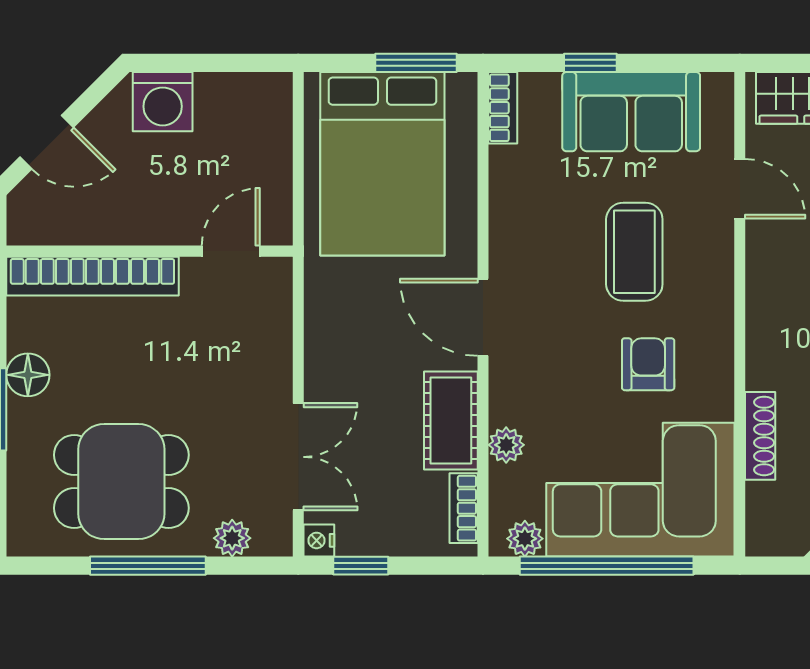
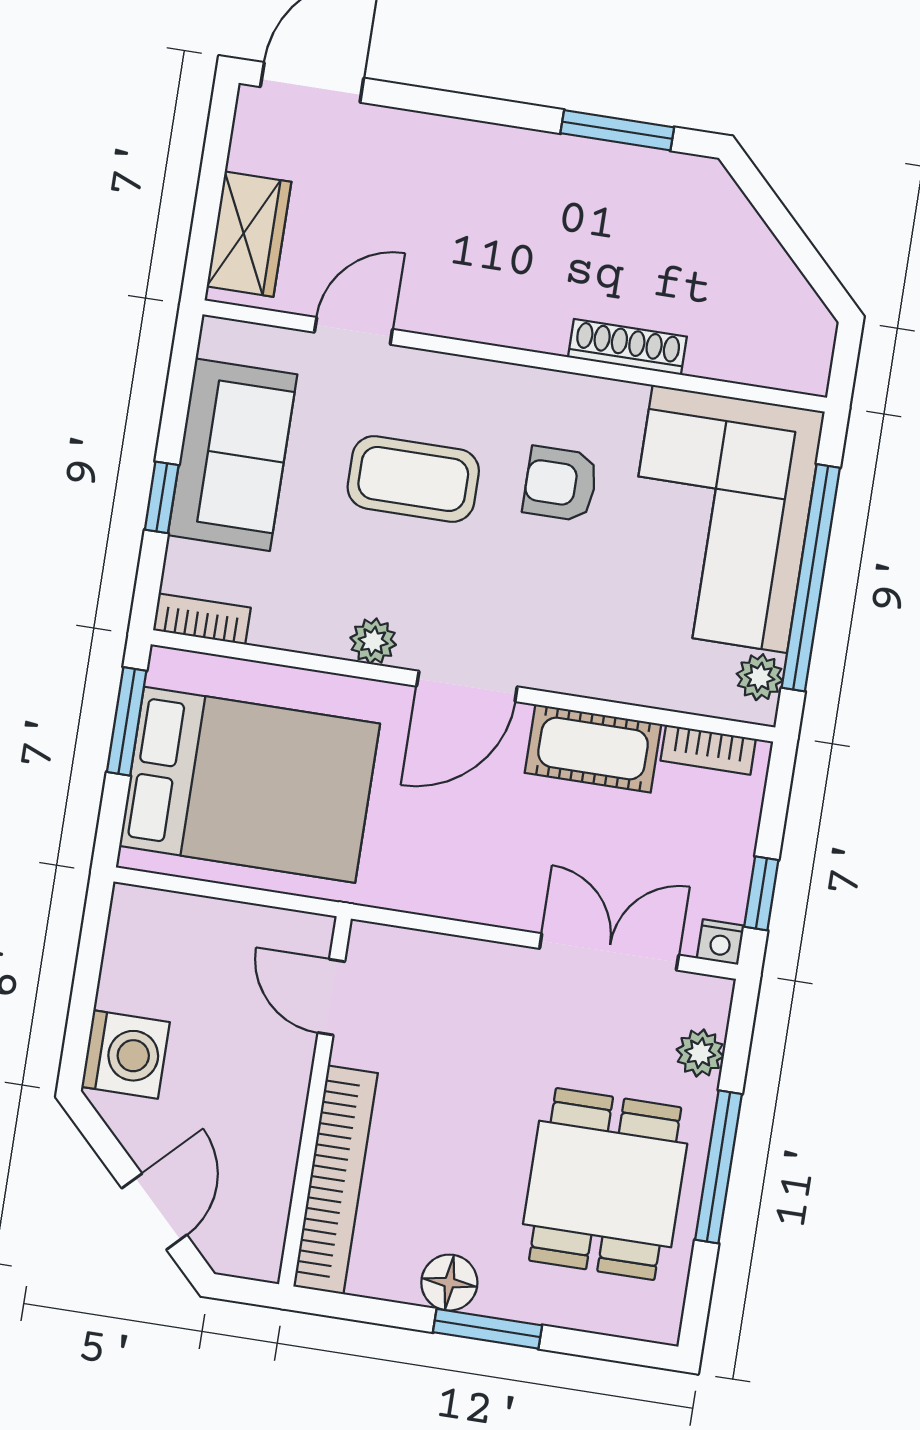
shoe rack: (760, 436) -> (627, 347), moved
plant: (506, 445) -> (373, 641), moved

